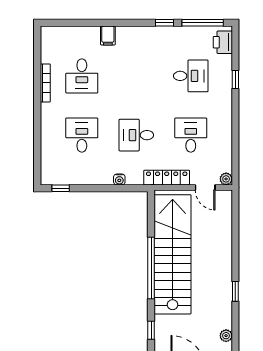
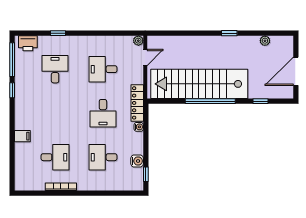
water cooler: (77, 177) -> (137, 161), added
locker: (167, 178) -> (137, 103), moved

